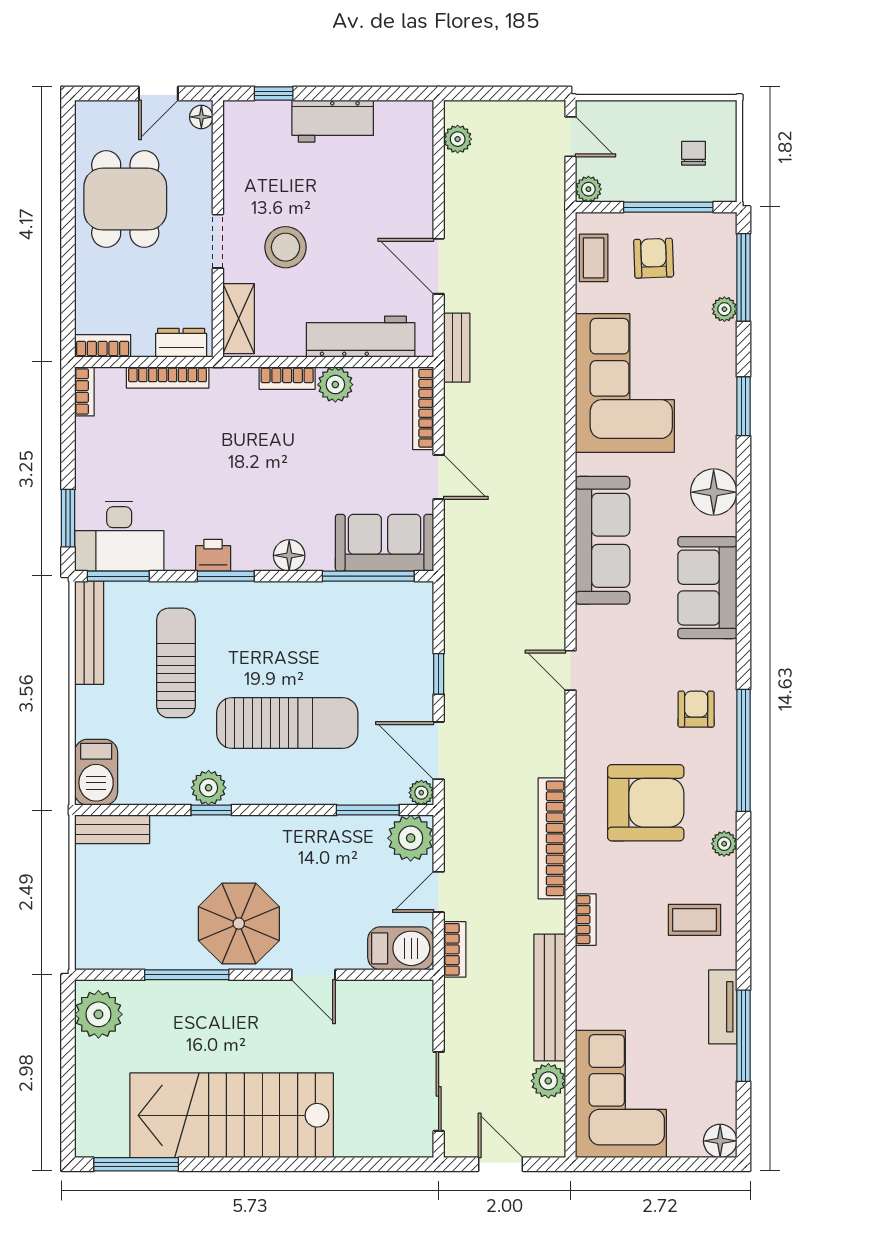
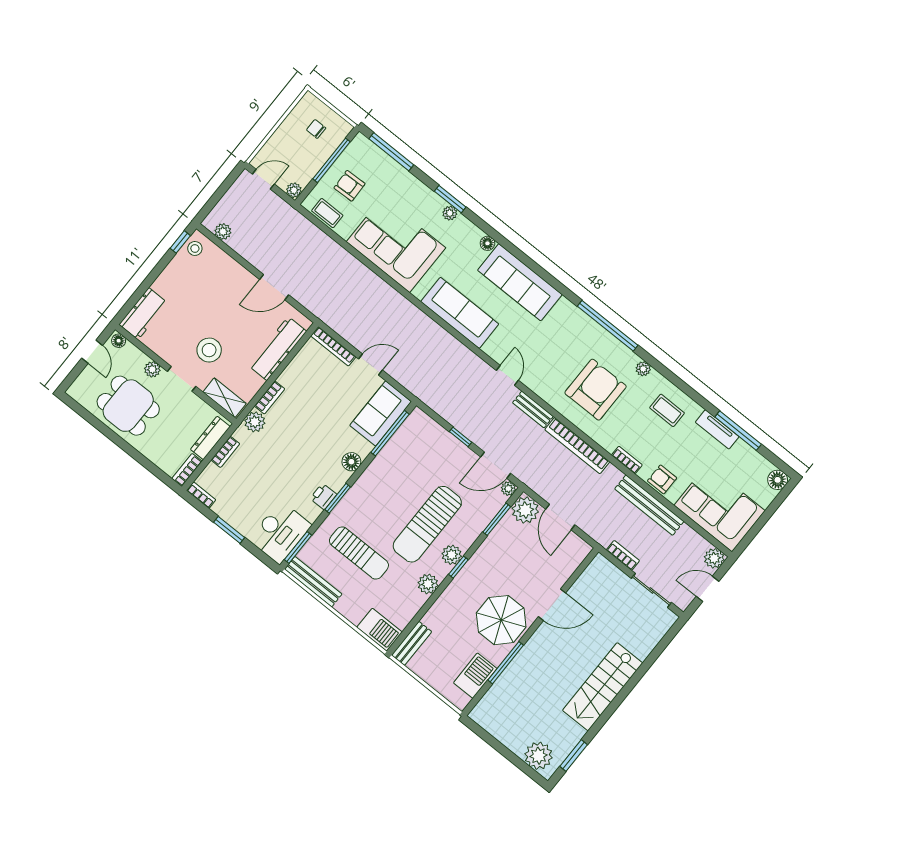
window: (274, 93) -> (180, 242), moved
stool: (405, 120) -> (195, 248), added
workbench: (333, 121) -> (143, 314), moved
plant: (199, 192) -> (152, 369), added
plant: (724, 309) -> (450, 213), moved
dresser: (181, 343) -> (210, 438), width x1.44
bench: (457, 348) -> (533, 410), moved
bookcase: (168, 377) -> (225, 452), width x0.64
plant: (335, 385) -> (255, 422), moved
floor lamp: (714, 492) -> (487, 243), width x0.53, depth x0.53
window: (68, 518) -> (229, 530), moved
sofa: (707, 588) -> (520, 282), width x1.36
sun lounger: (176, 663) -> (359, 553), turned 180
door: (570, 670) -> (507, 375), swing flipped
armchair: (696, 709) -> (662, 479), moved
sun lounger: (287, 723) -> (427, 524), turned 180
plant: (272, 788) -> (452, 555), added
window: (211, 810) -> (458, 567), moved
door: (439, 892) -> (560, 517), width x1.37
coffee table: (694, 920) -> (667, 410), turned 90
barbecue: (401, 948) -> (475, 676), moved
bookcase: (455, 949) -> (623, 555), moved
door: (313, 975) -> (552, 605), width x1.37
plant: (98, 1014) -> (539, 756), moved
plant: (548, 1081) -> (714, 558), moved
stairs: (232, 1115) -> (603, 687), width x0.73, depth x0.66
window: (136, 1164) -> (574, 755), width x0.69

